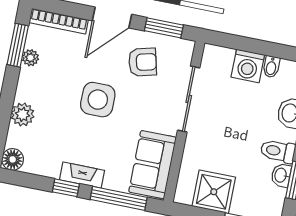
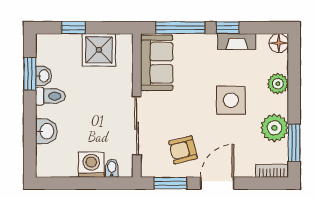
bookcase: (59, 21) -> (272, 171), width x0.64
plant: (30, 58) -> (274, 128), width x1.88, depth x1.88
bidet: (271, 67) -> (112, 168), moved
side table: (98, 100) -> (231, 100), moved
fireplace: (82, 175) -> (237, 42), moved

